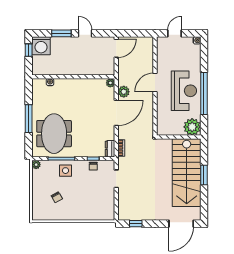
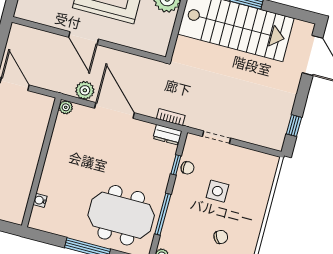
side table: (65, 171) -> (217, 191), moved

